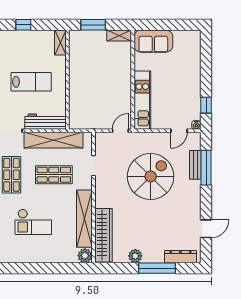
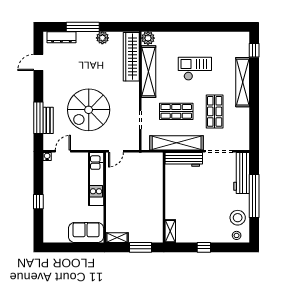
lab bench: (31, 82) -> (197, 196), removed
window: (206, 105) -> (38, 202), moved

